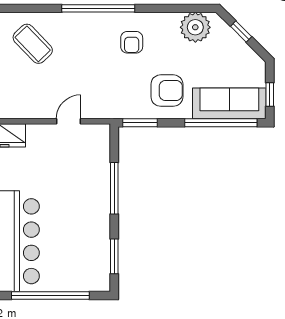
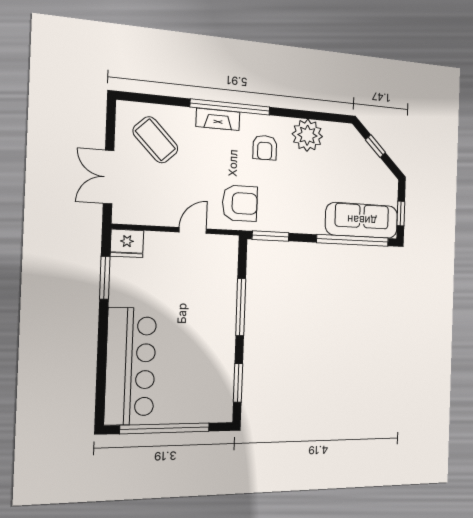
fireplace: (87, 21) -> (218, 119), added
plant: (195, 27) -> (307, 135), moved
armchair: (167, 91) -> (240, 203), moved

